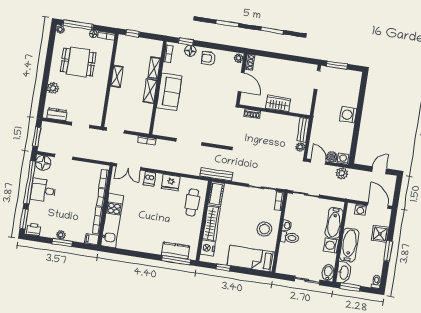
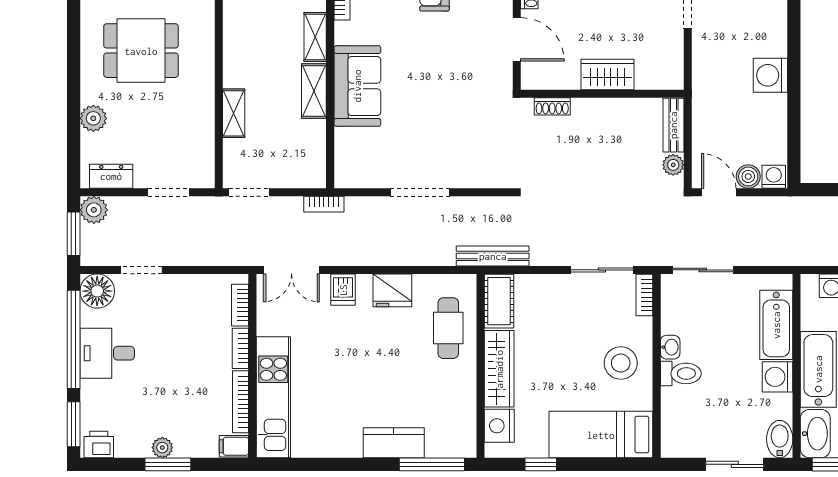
shelving: (117, 76) -> (234, 113), moved
plant: (342, 173) -> (94, 210), moved
kitchen counter: (176, 250) -> (394, 443), moved

